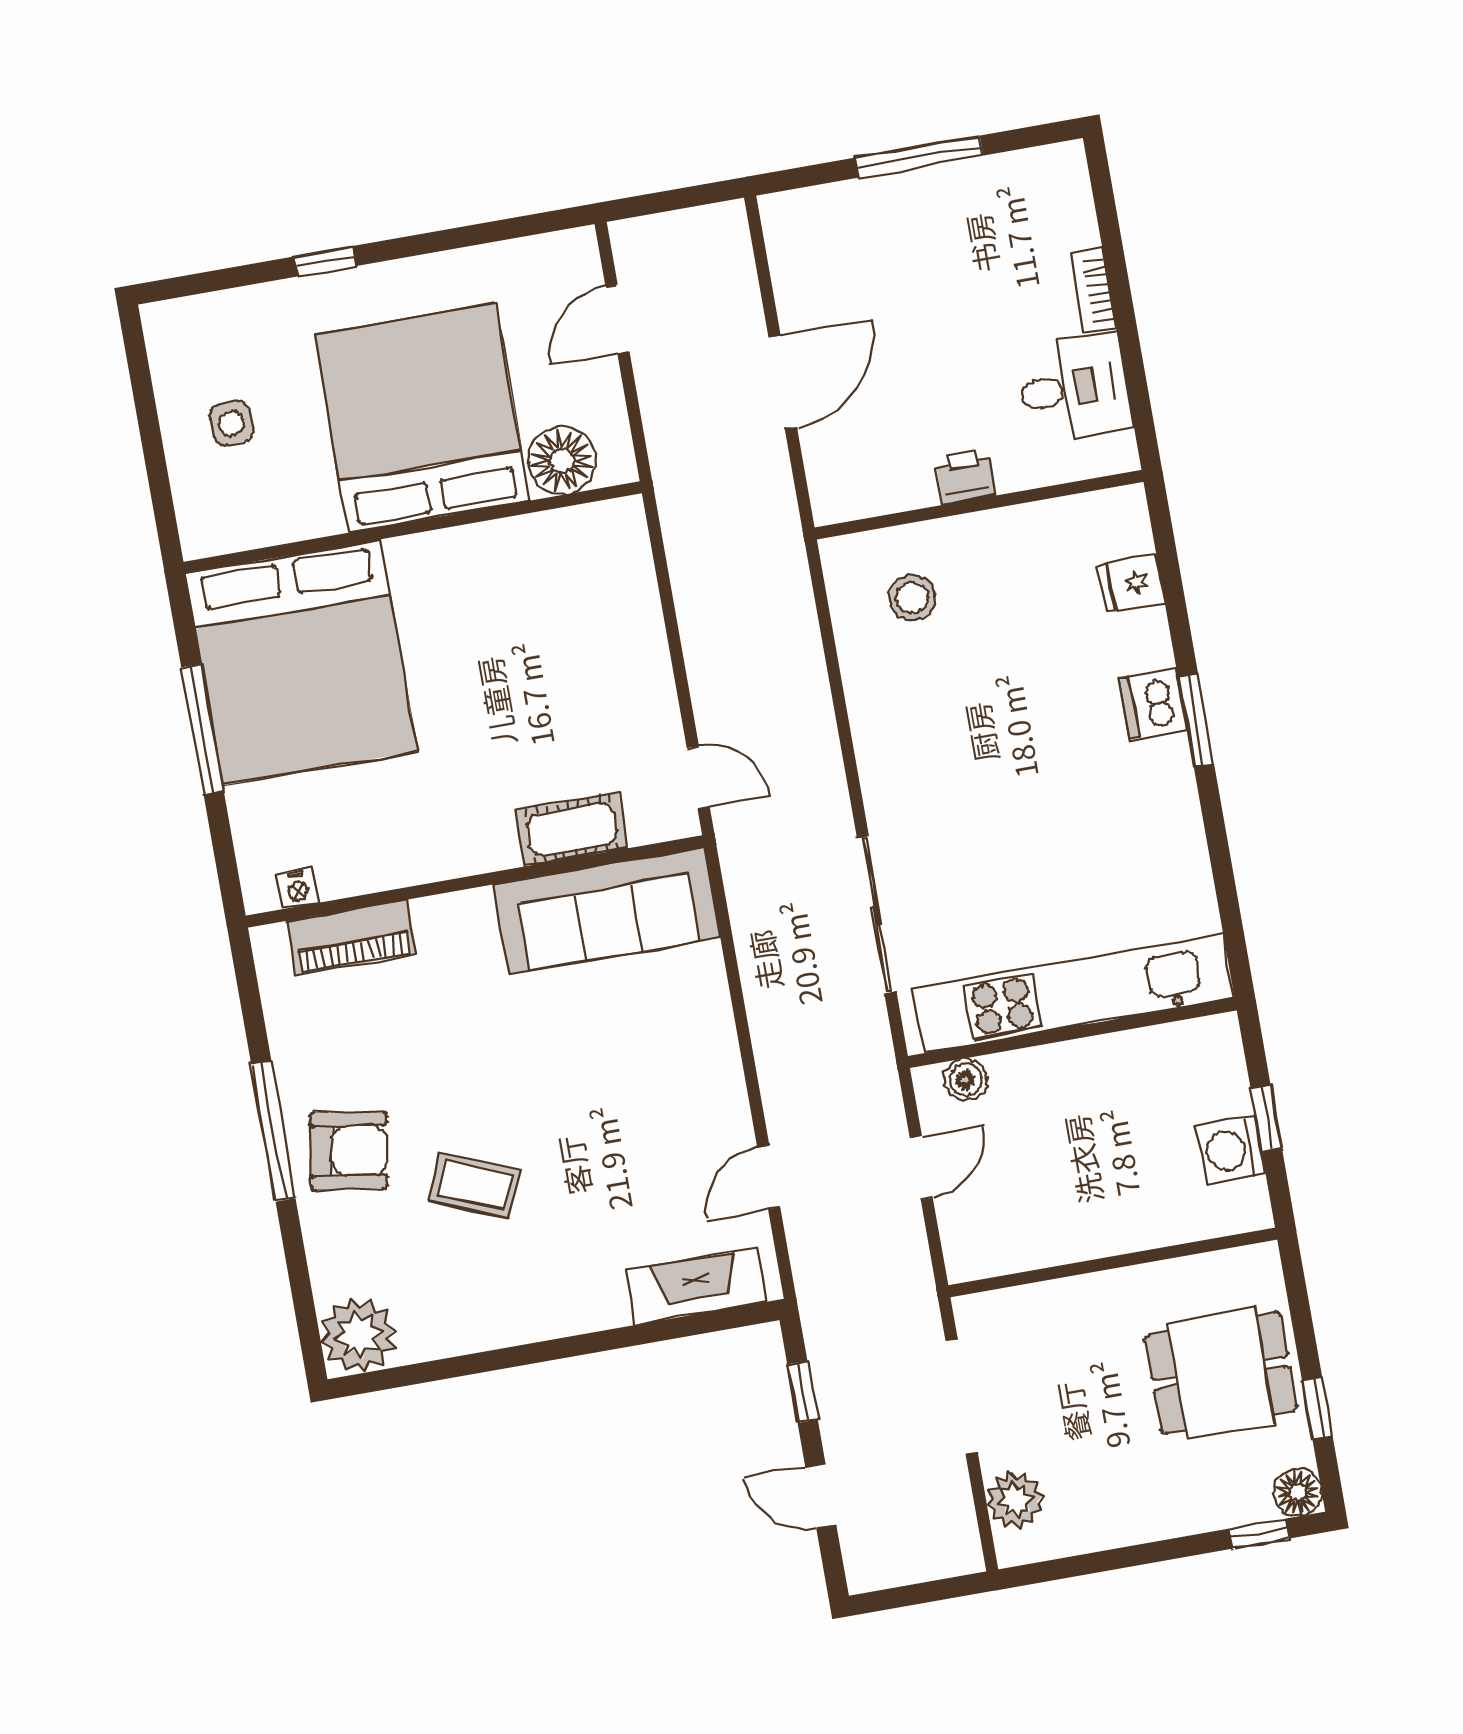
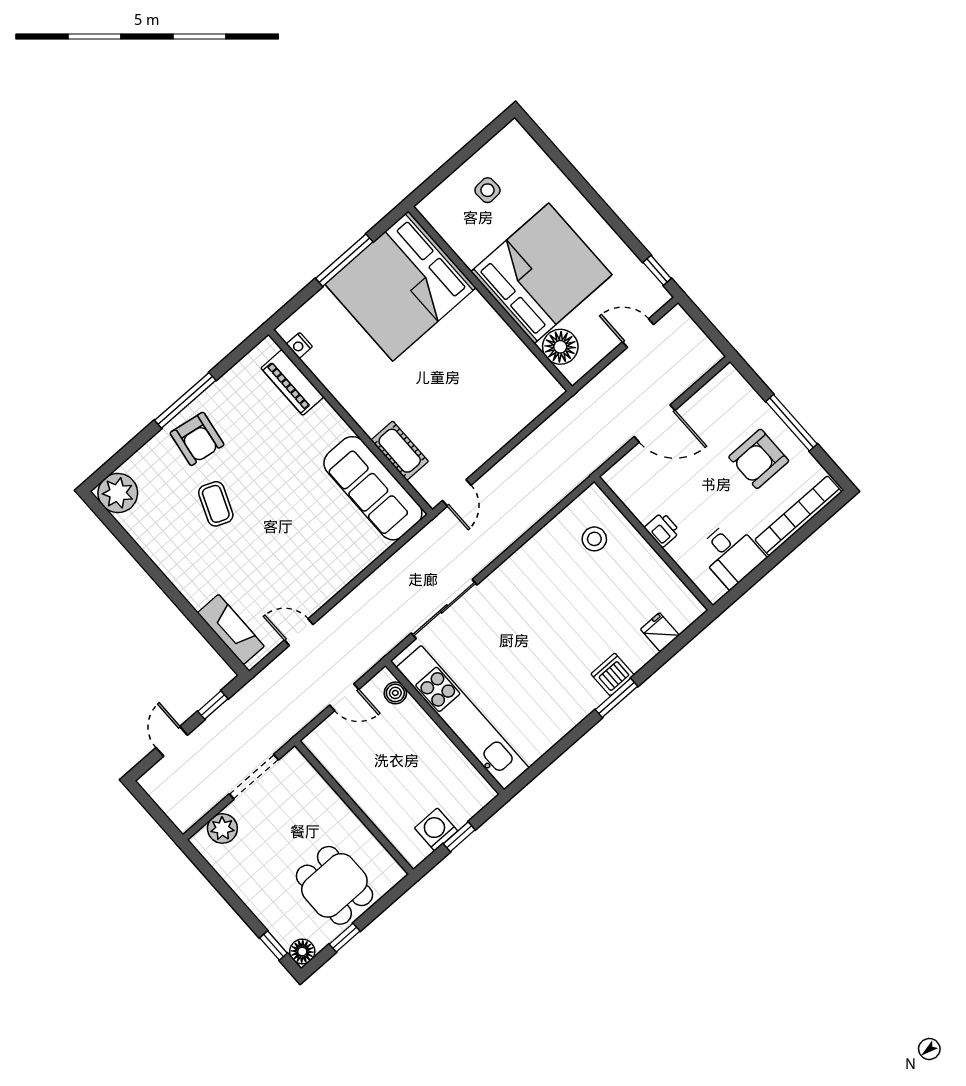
armchair: (946, 247) -> (759, 459), added
window: (325, 261) -> (657, 270), moved
bookcase: (1093, 290) -> (798, 516), width x2.31, depth x1.31

